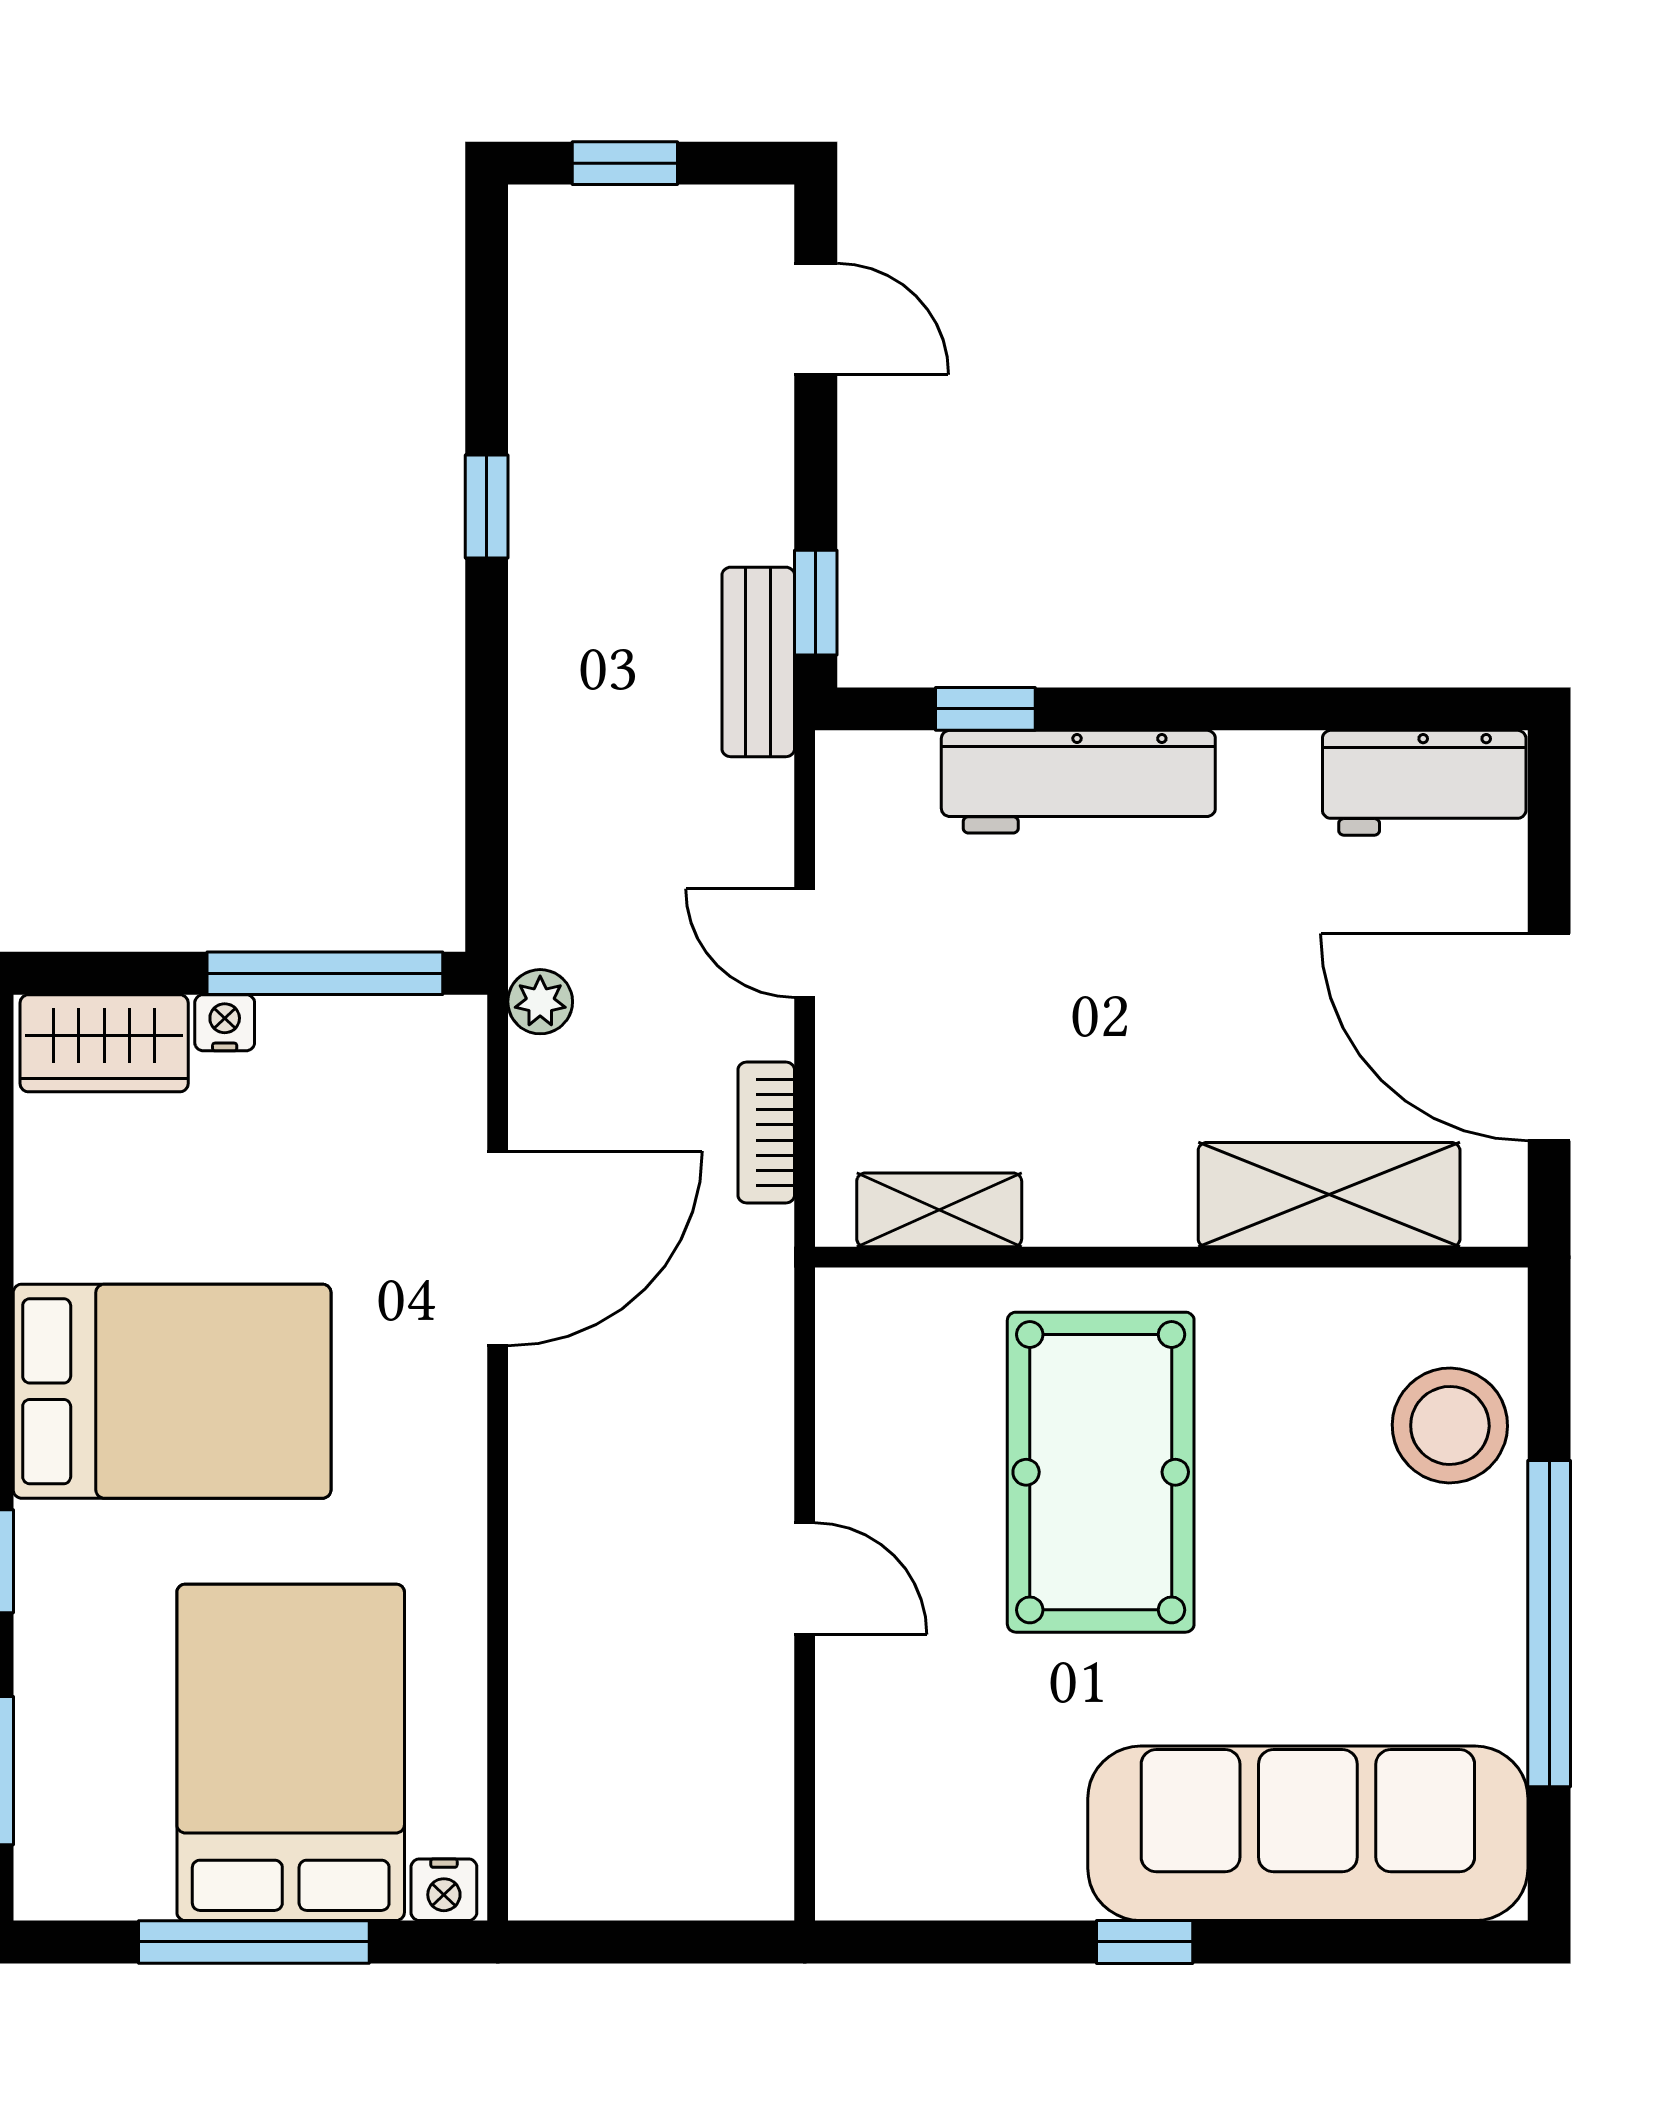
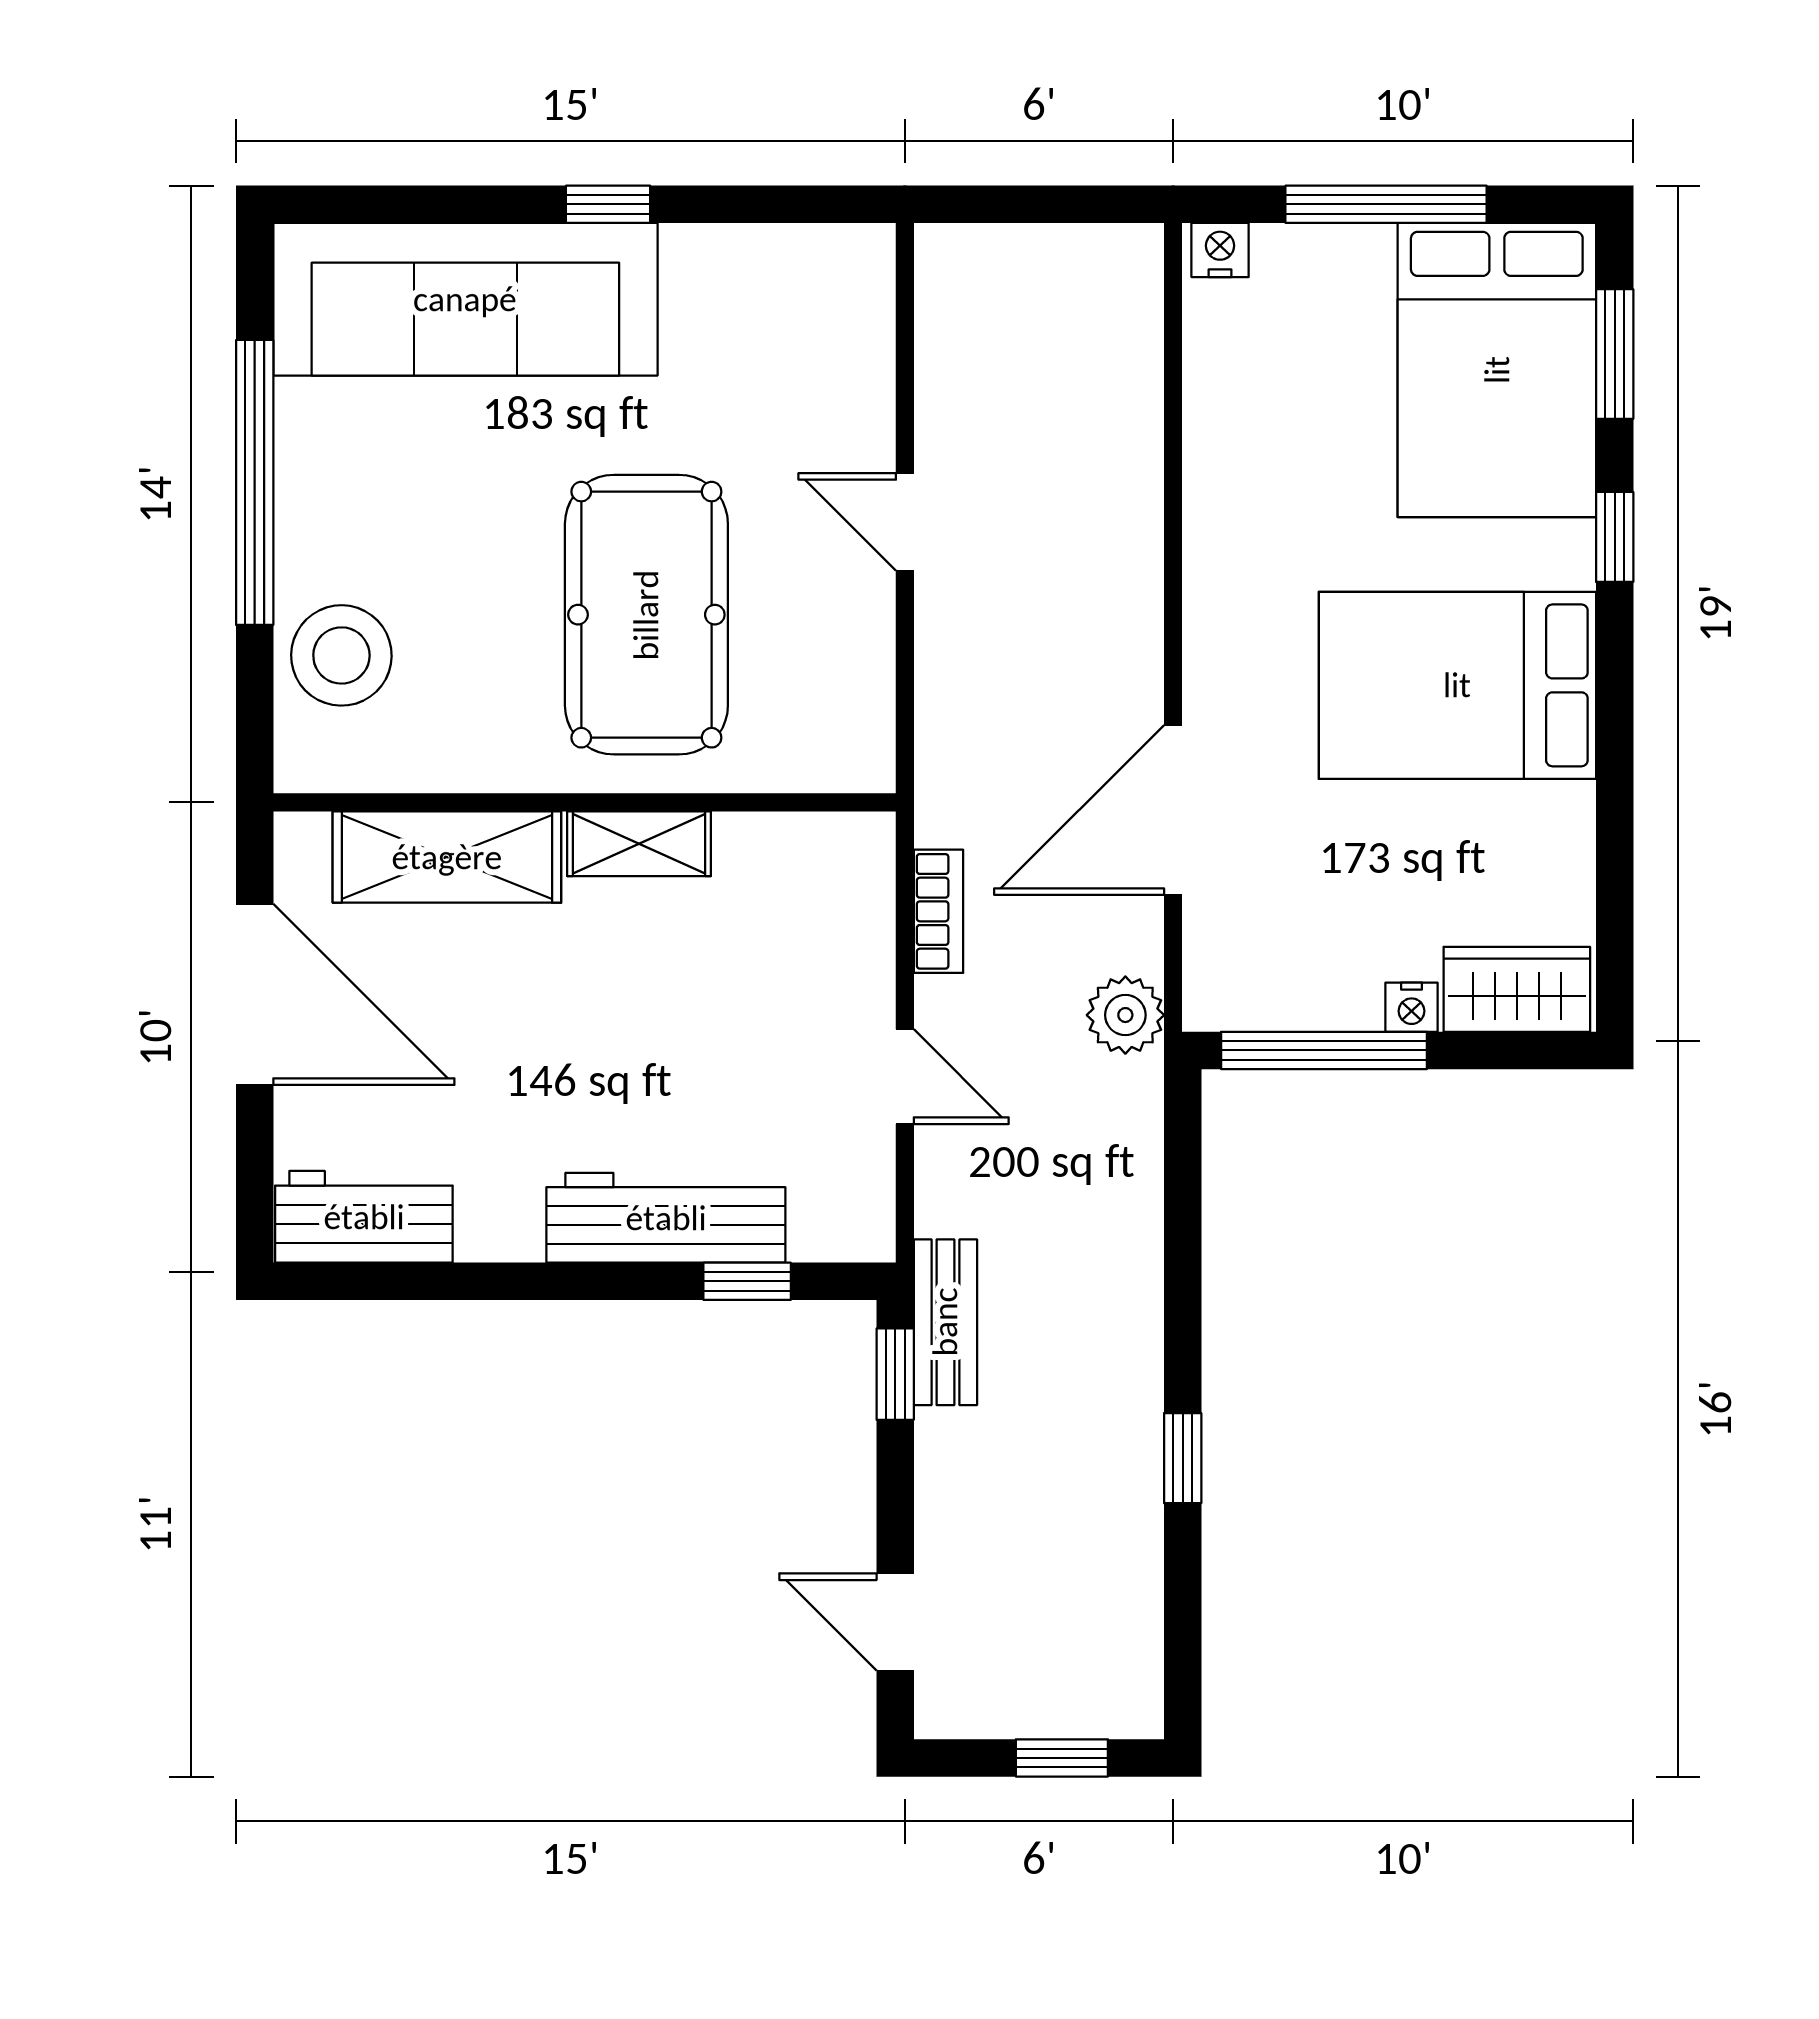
plant: (540, 1002) -> (1125, 1015), width x1.38, depth x1.38
shelving: (939, 1210) -> (639, 844), moved
bed: (291, 1752) -> (1497, 370), moved

